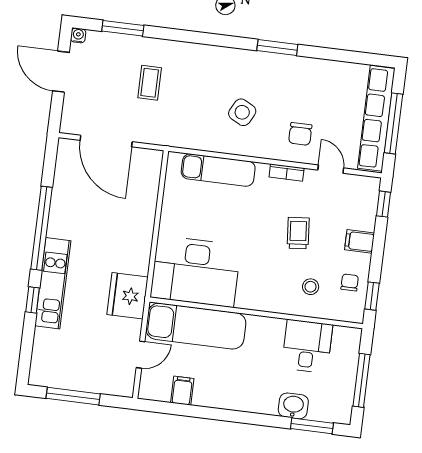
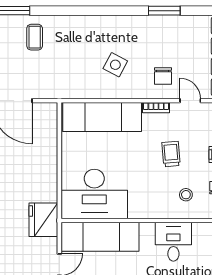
window: (277, 48) -> (164, 11), moved
coffee table: (150, 83) -> (35, 37), moved
exam couch: (218, 170) -> (102, 117), width x1.36, depth x1.45
desk: (307, 346) -> (173, 242), moved

